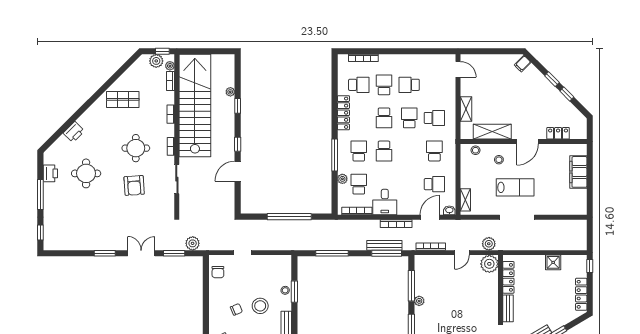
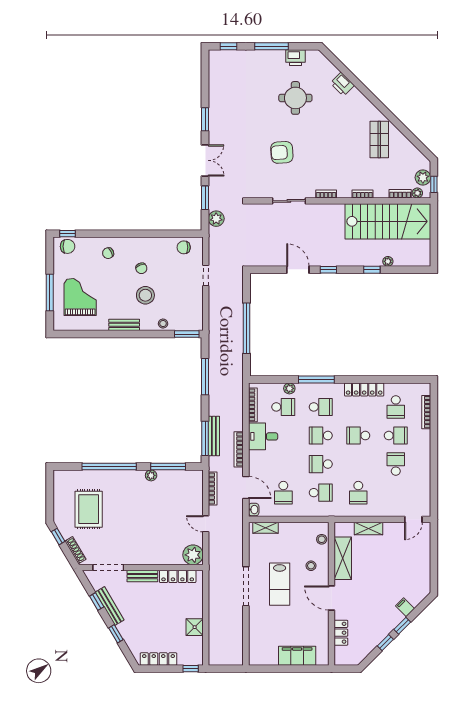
filing cabinet: (523, 64) -> (405, 607), moved
stairs: (195, 106) -> (388, 221), width x0.73
school desk: (409, 118) -> (321, 464), moved, turned 180
round table: (136, 148) -> (324, 154), removed
plant: (489, 244) -> (216, 554), removed
window: (294, 292) -> (187, 334), moved

